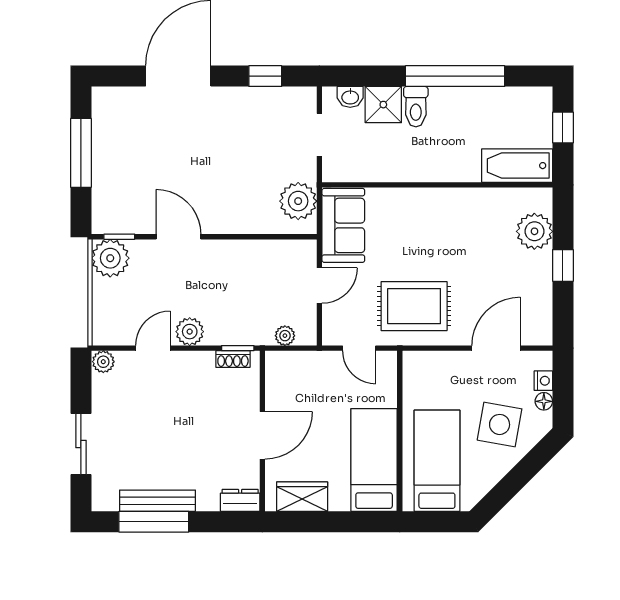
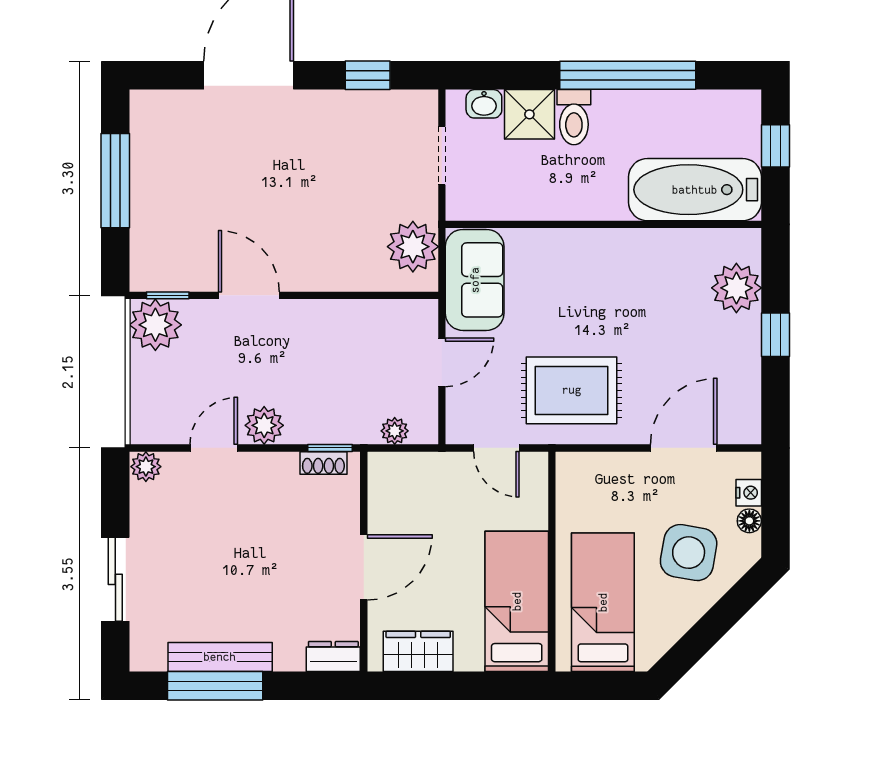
bathtub: (517, 166) -> (695, 190), width x1.36, depth x1.36

